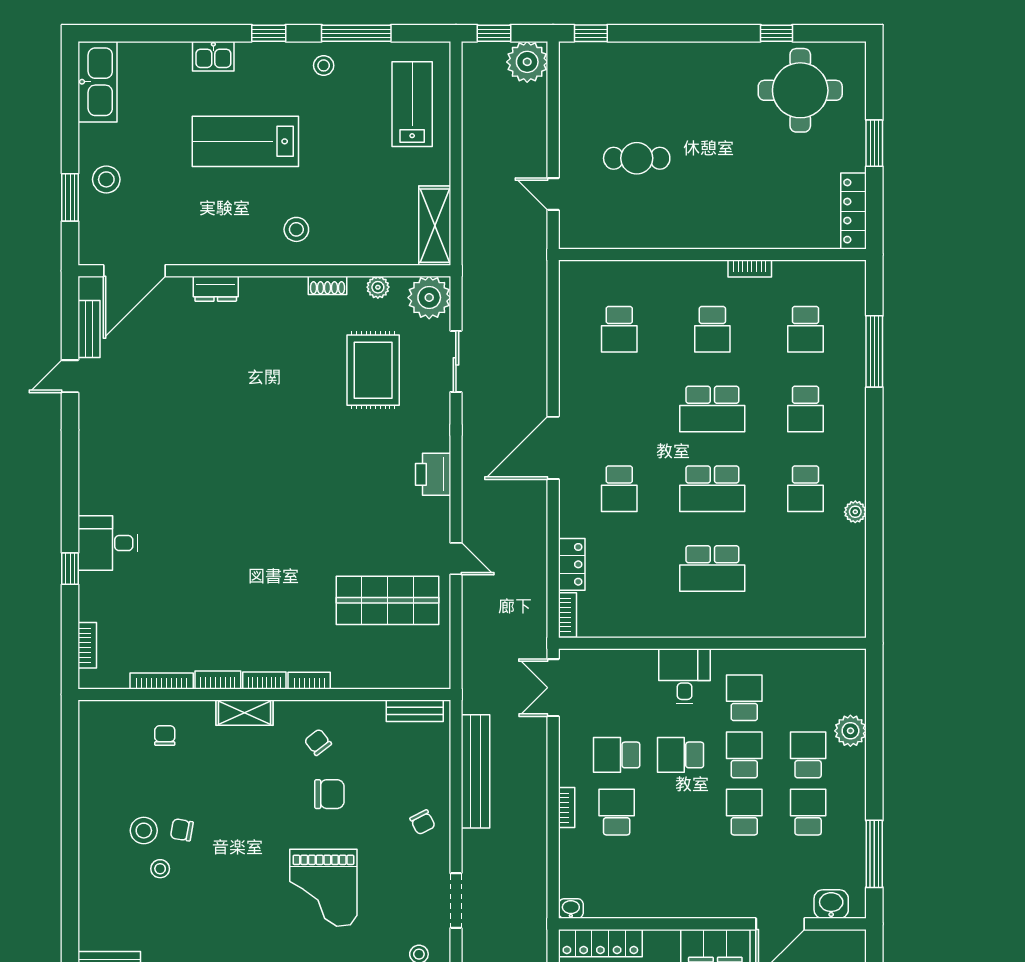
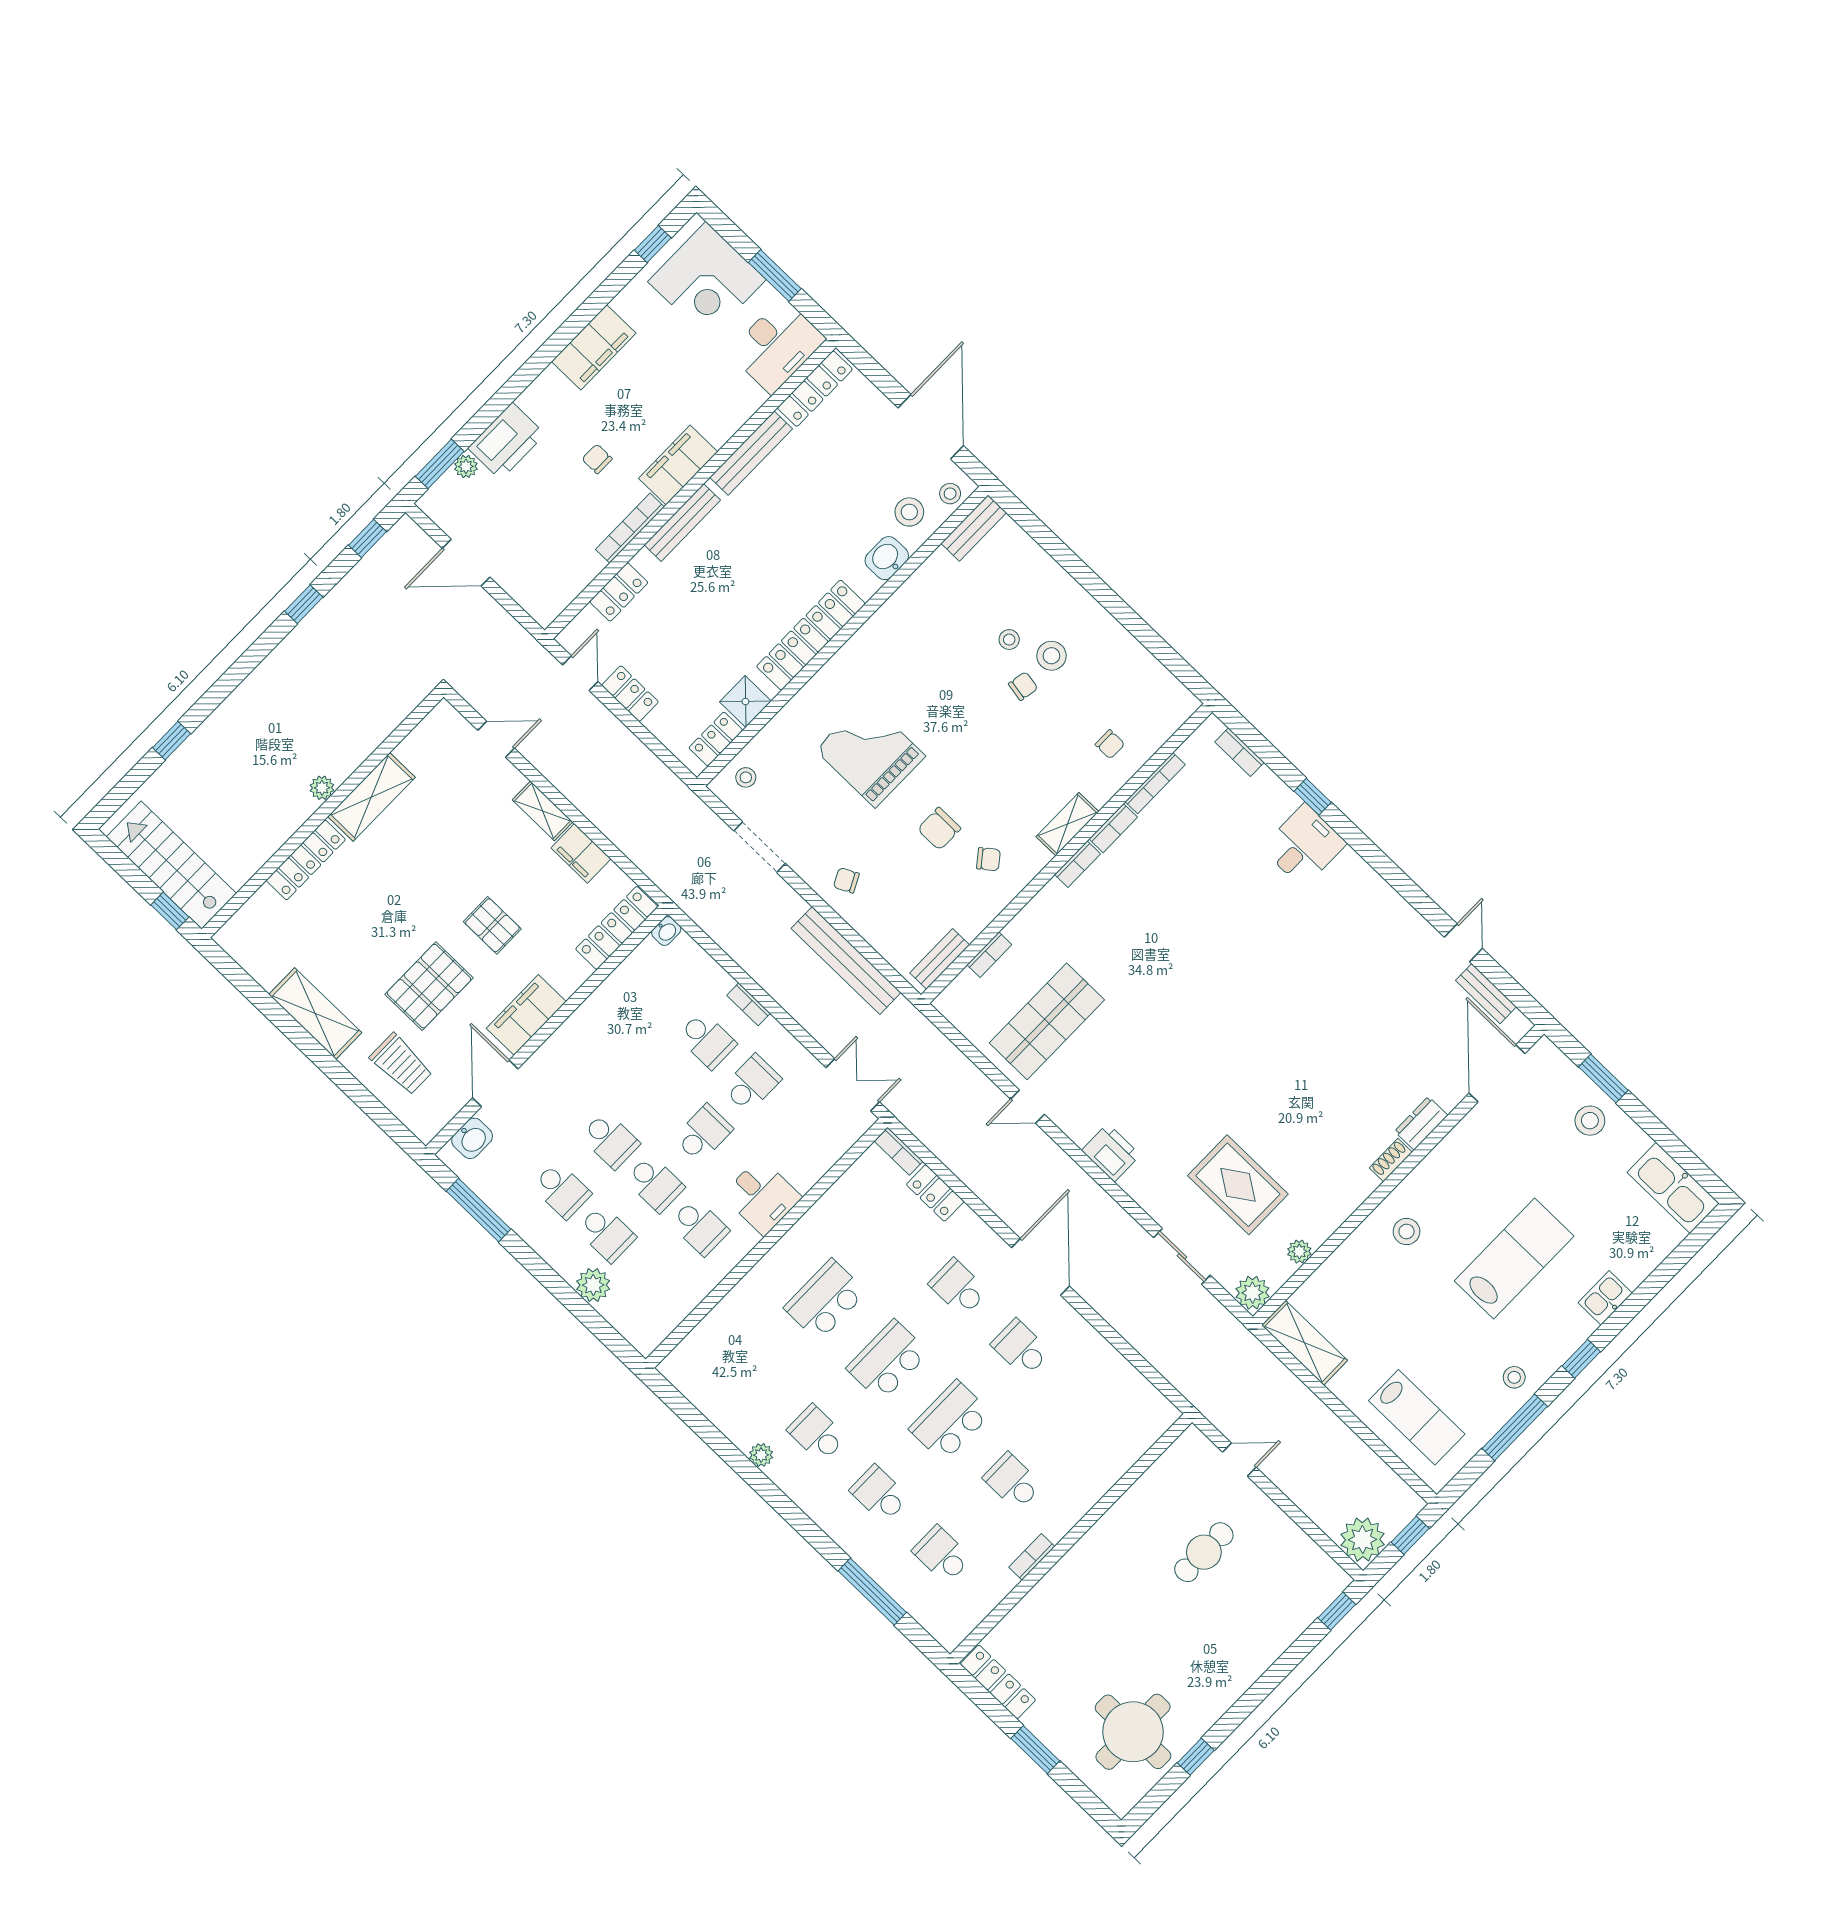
shoe rack: (328, 285) -> (1391, 1160), moved
plant: (429, 298) -> (1252, 1293), width x0.73, depth x0.73
school desk: (619, 329) -> (1021, 1348), moved
bookcase: (309, 681) -> (989, 955), moved

